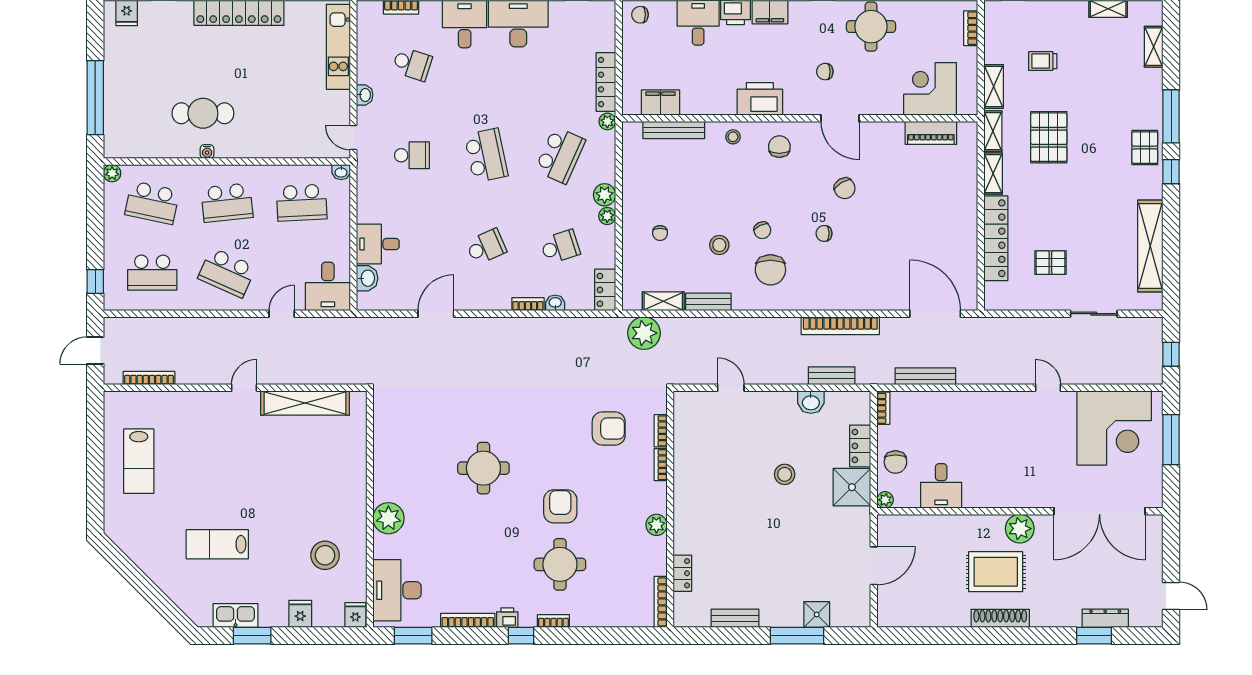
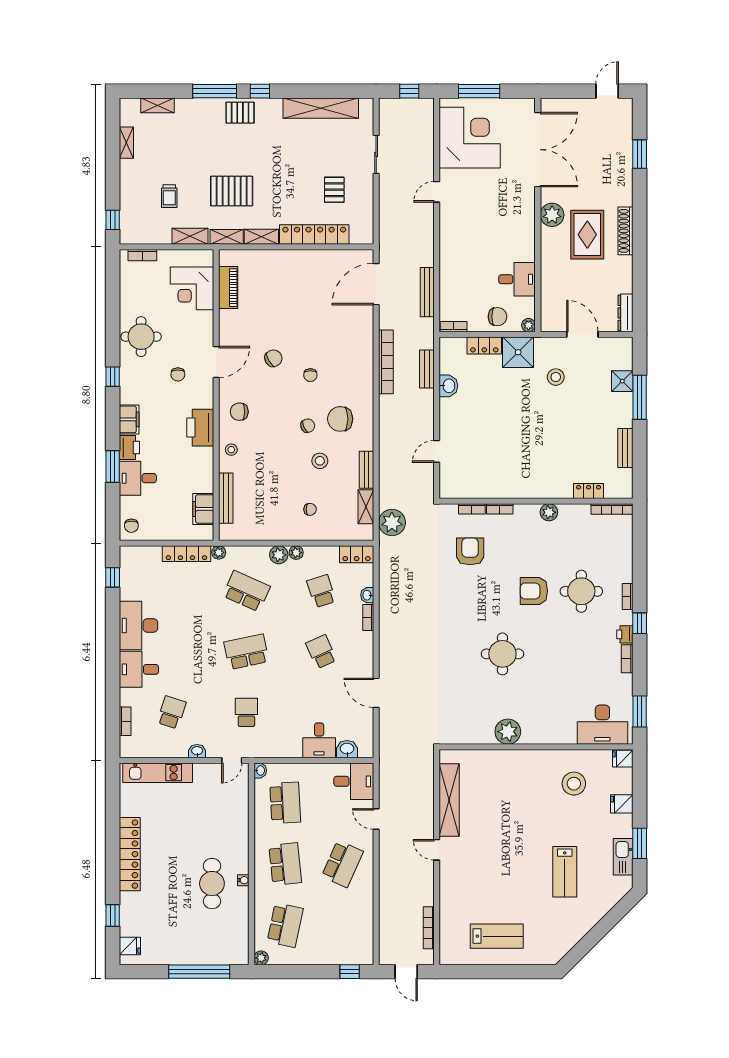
chair: (770, 270) -> (340, 419), turned 180
school desk: (152, 273) -> (342, 925), removed
stool: (785, 474) -> (556, 377), moved
plant: (388, 518) -> (508, 732), moved
dresser: (1105, 618) -> (625, 313), moved
bookcase: (468, 620) -> (627, 659), width x0.64

